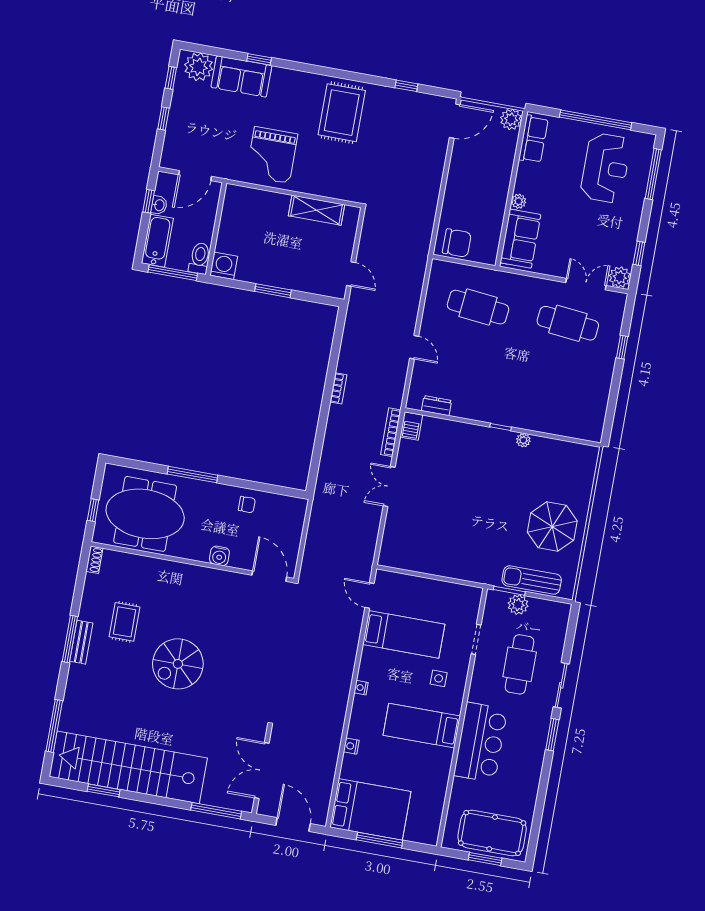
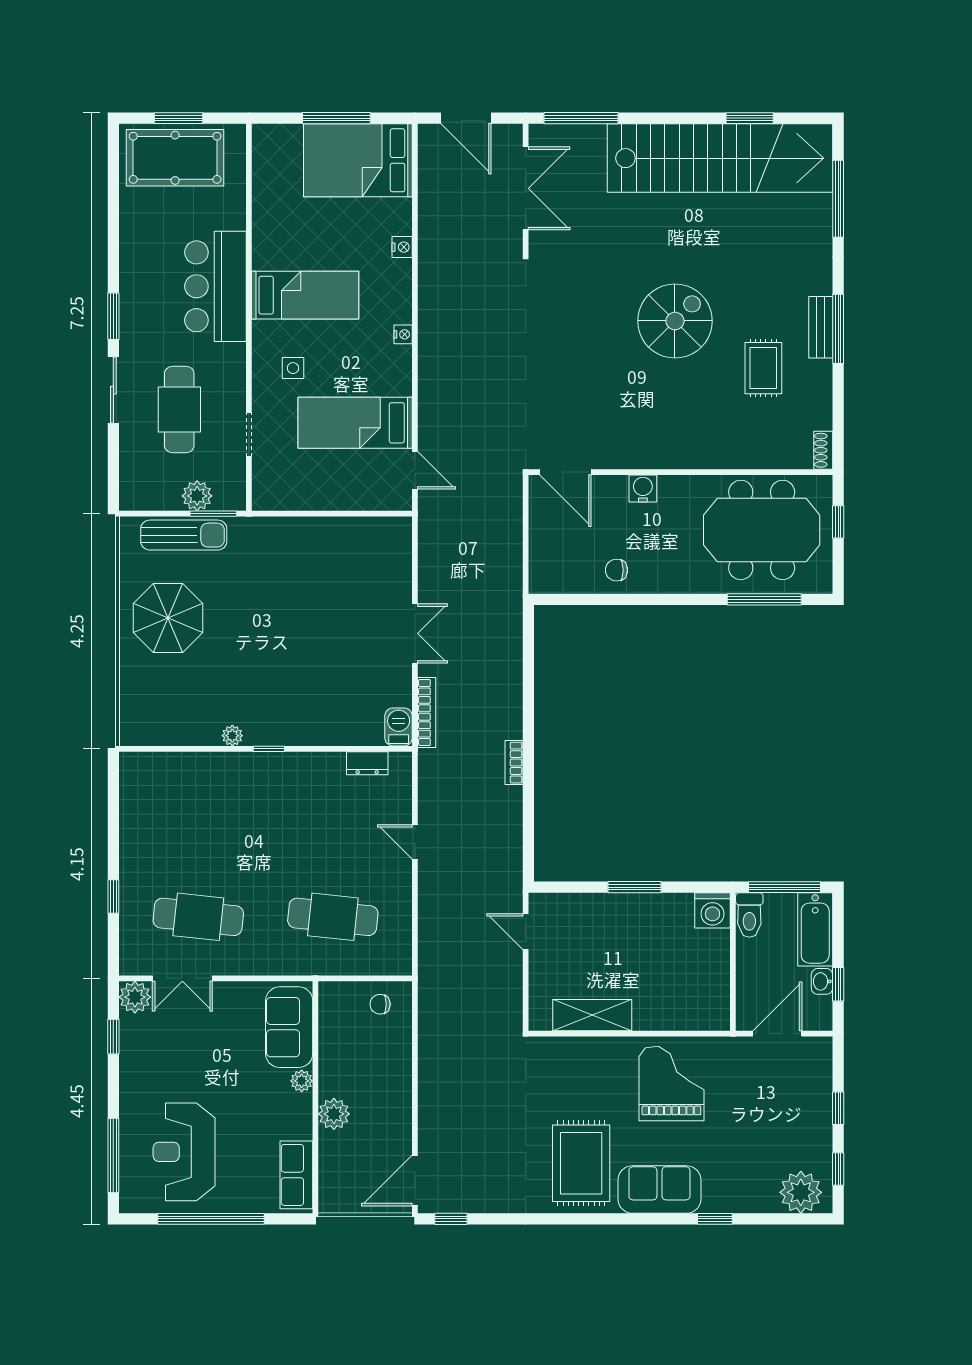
sofa: (241, 76) -> (659, 1190), moved
window: (406, 86) -> (451, 1219), moved
plant: (511, 119) -> (334, 1114), moved
chair: (457, 243) -> (380, 1004), width x0.54, depth x0.54
window: (193, 475) -> (764, 599), moved

